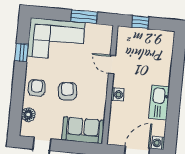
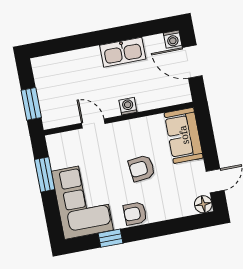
window: (140, 22) -> (31, 104), width x1.50
door: (112, 65) -> (93, 123), swing flipped
armchair: (37, 88) -> (135, 213), moved
floor lamp: (28, 115) -> (203, 204), moved

